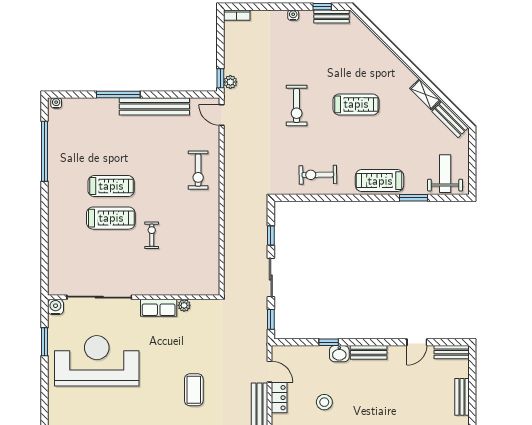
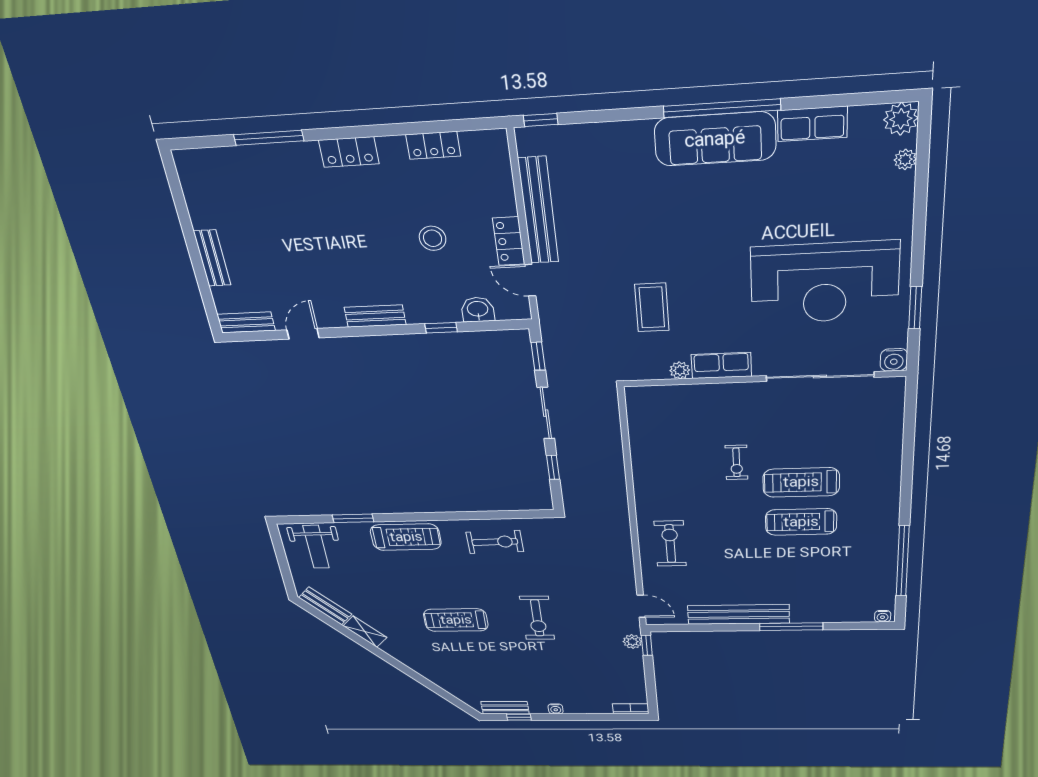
exercise bike: (297, 105) -> (537, 618), turned 180
washbasin: (339, 354) -> (478, 310), moved
coffee table: (194, 390) -> (652, 307), moved

